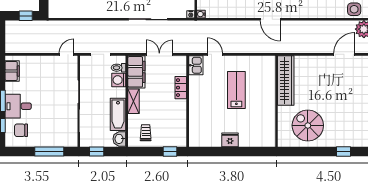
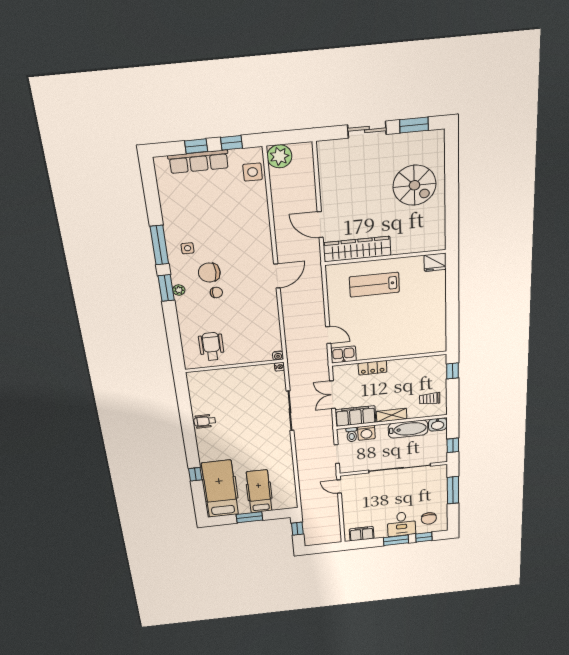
door: (215, 54) -> (328, 335), swing flipped
door: (344, 54) -> (320, 225), moved
lab bench: (236, 90) -> (374, 285), moved
spiral stairs: (308, 125) -> (414, 185), moved, turned -90
fridge: (230, 140) -> (435, 262), moved, turned -90
window: (343, 152) -> (452, 167), removed

